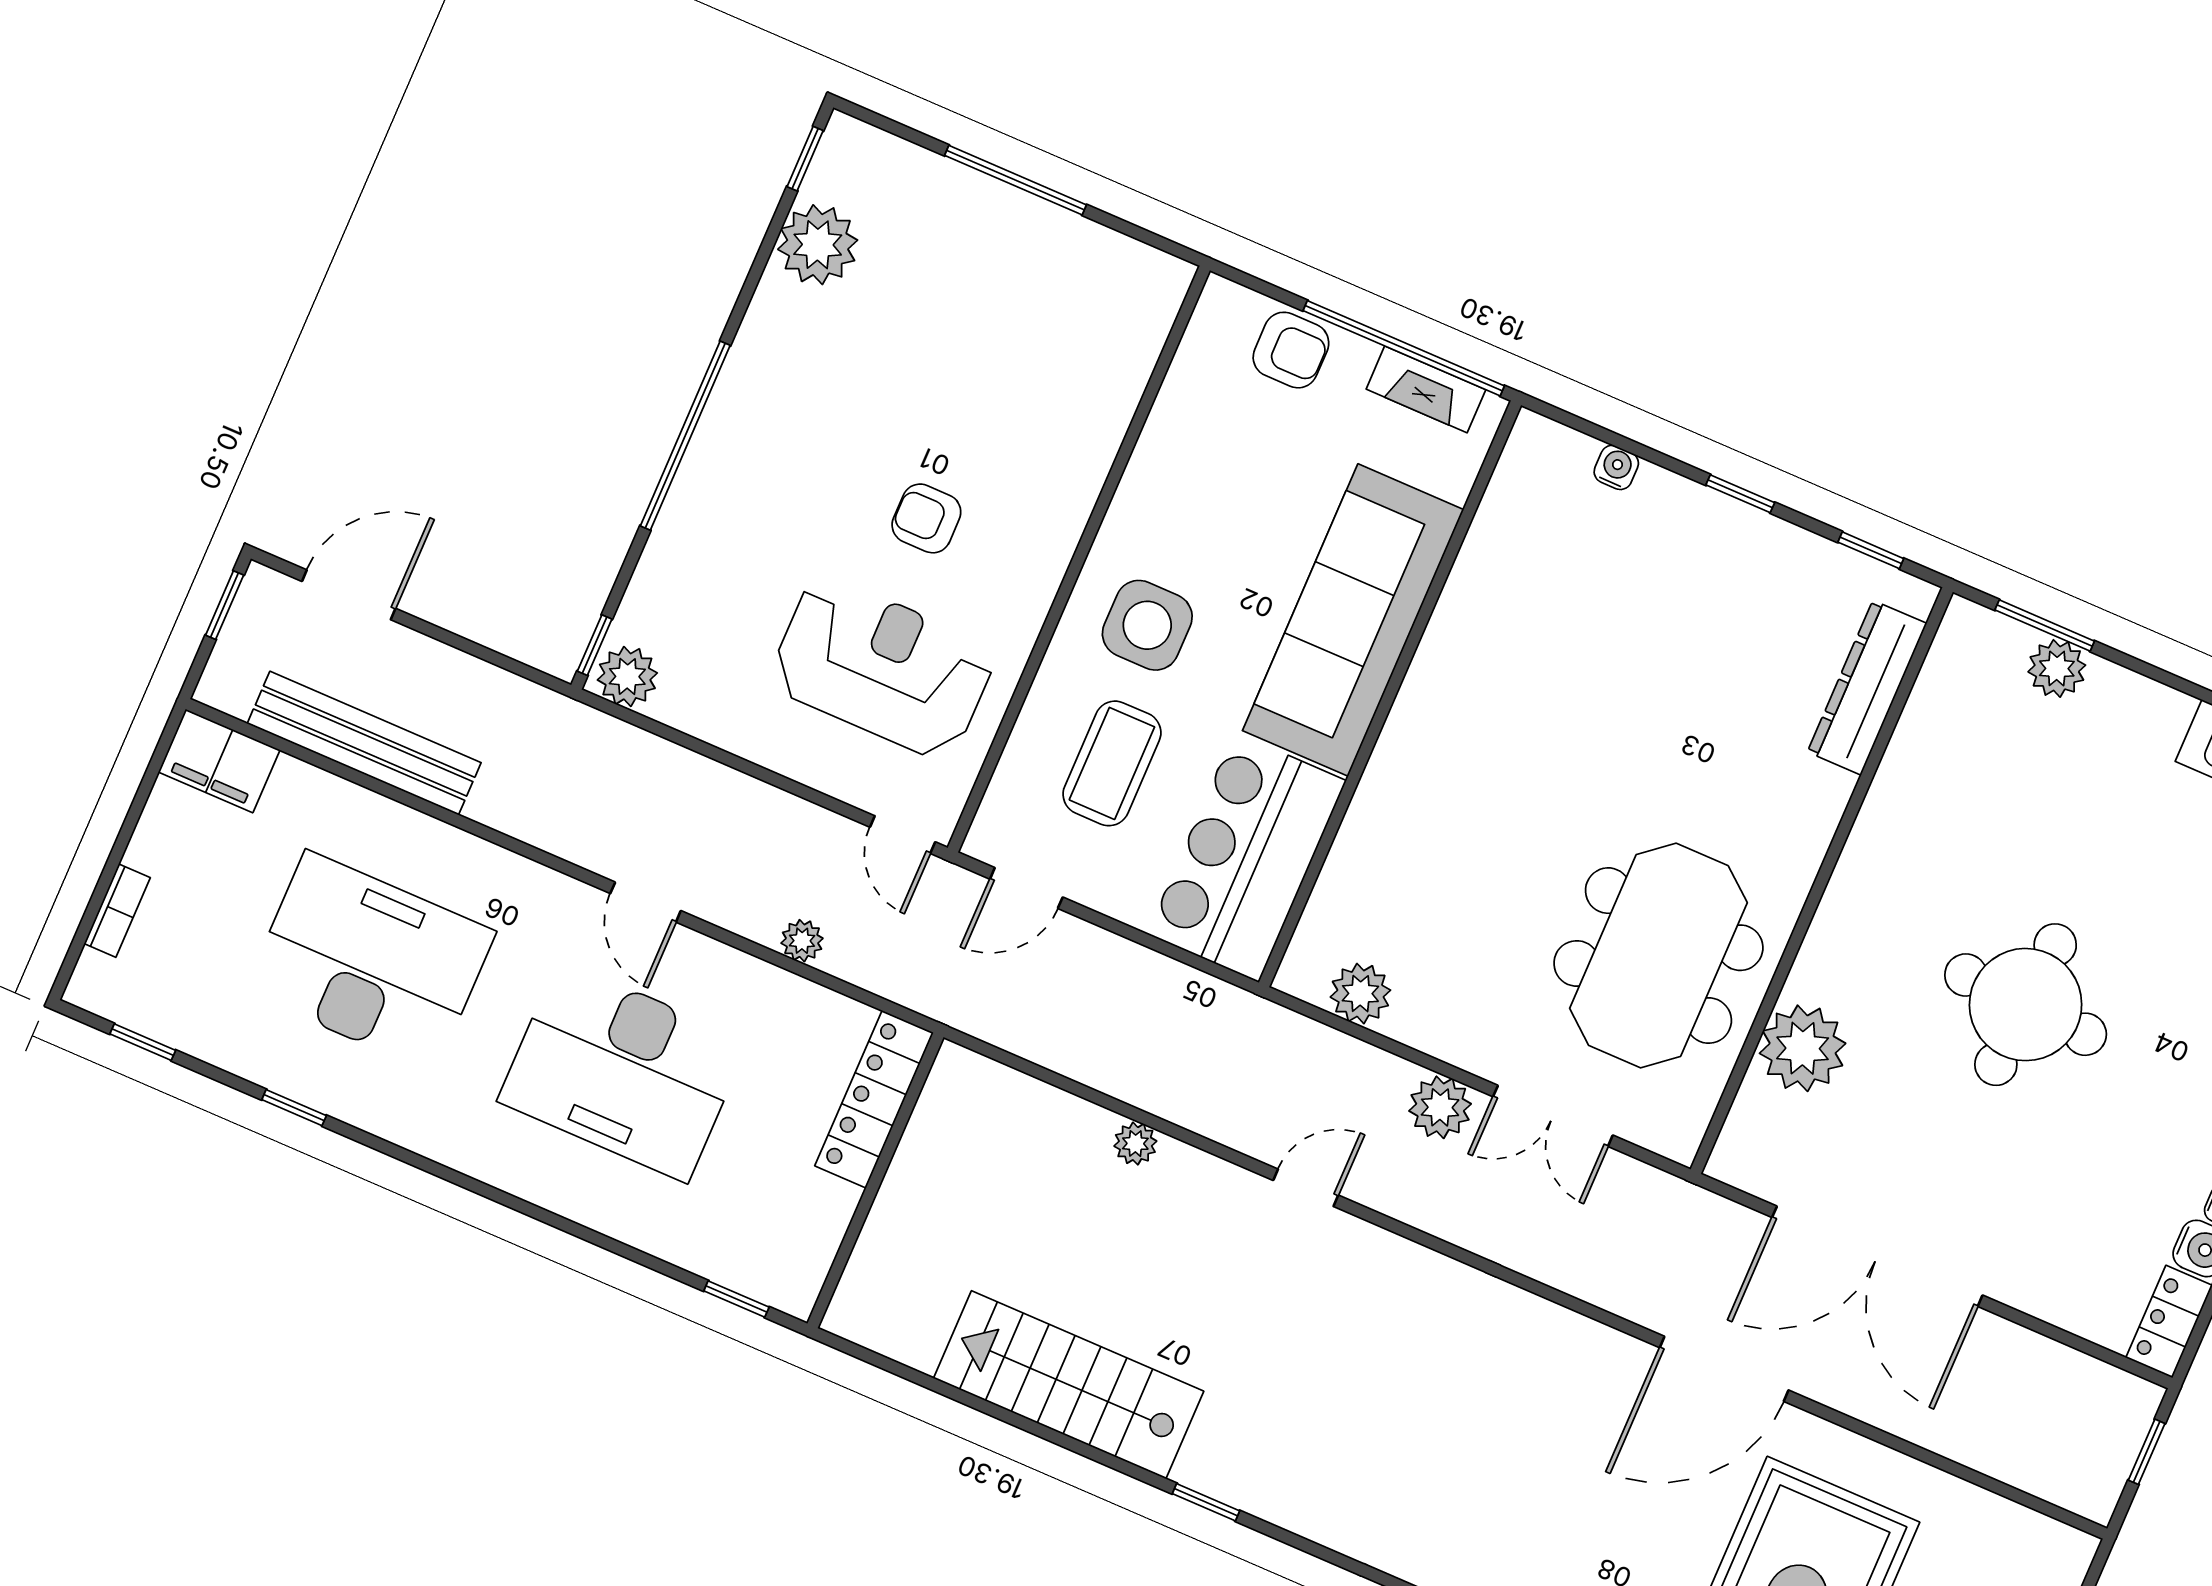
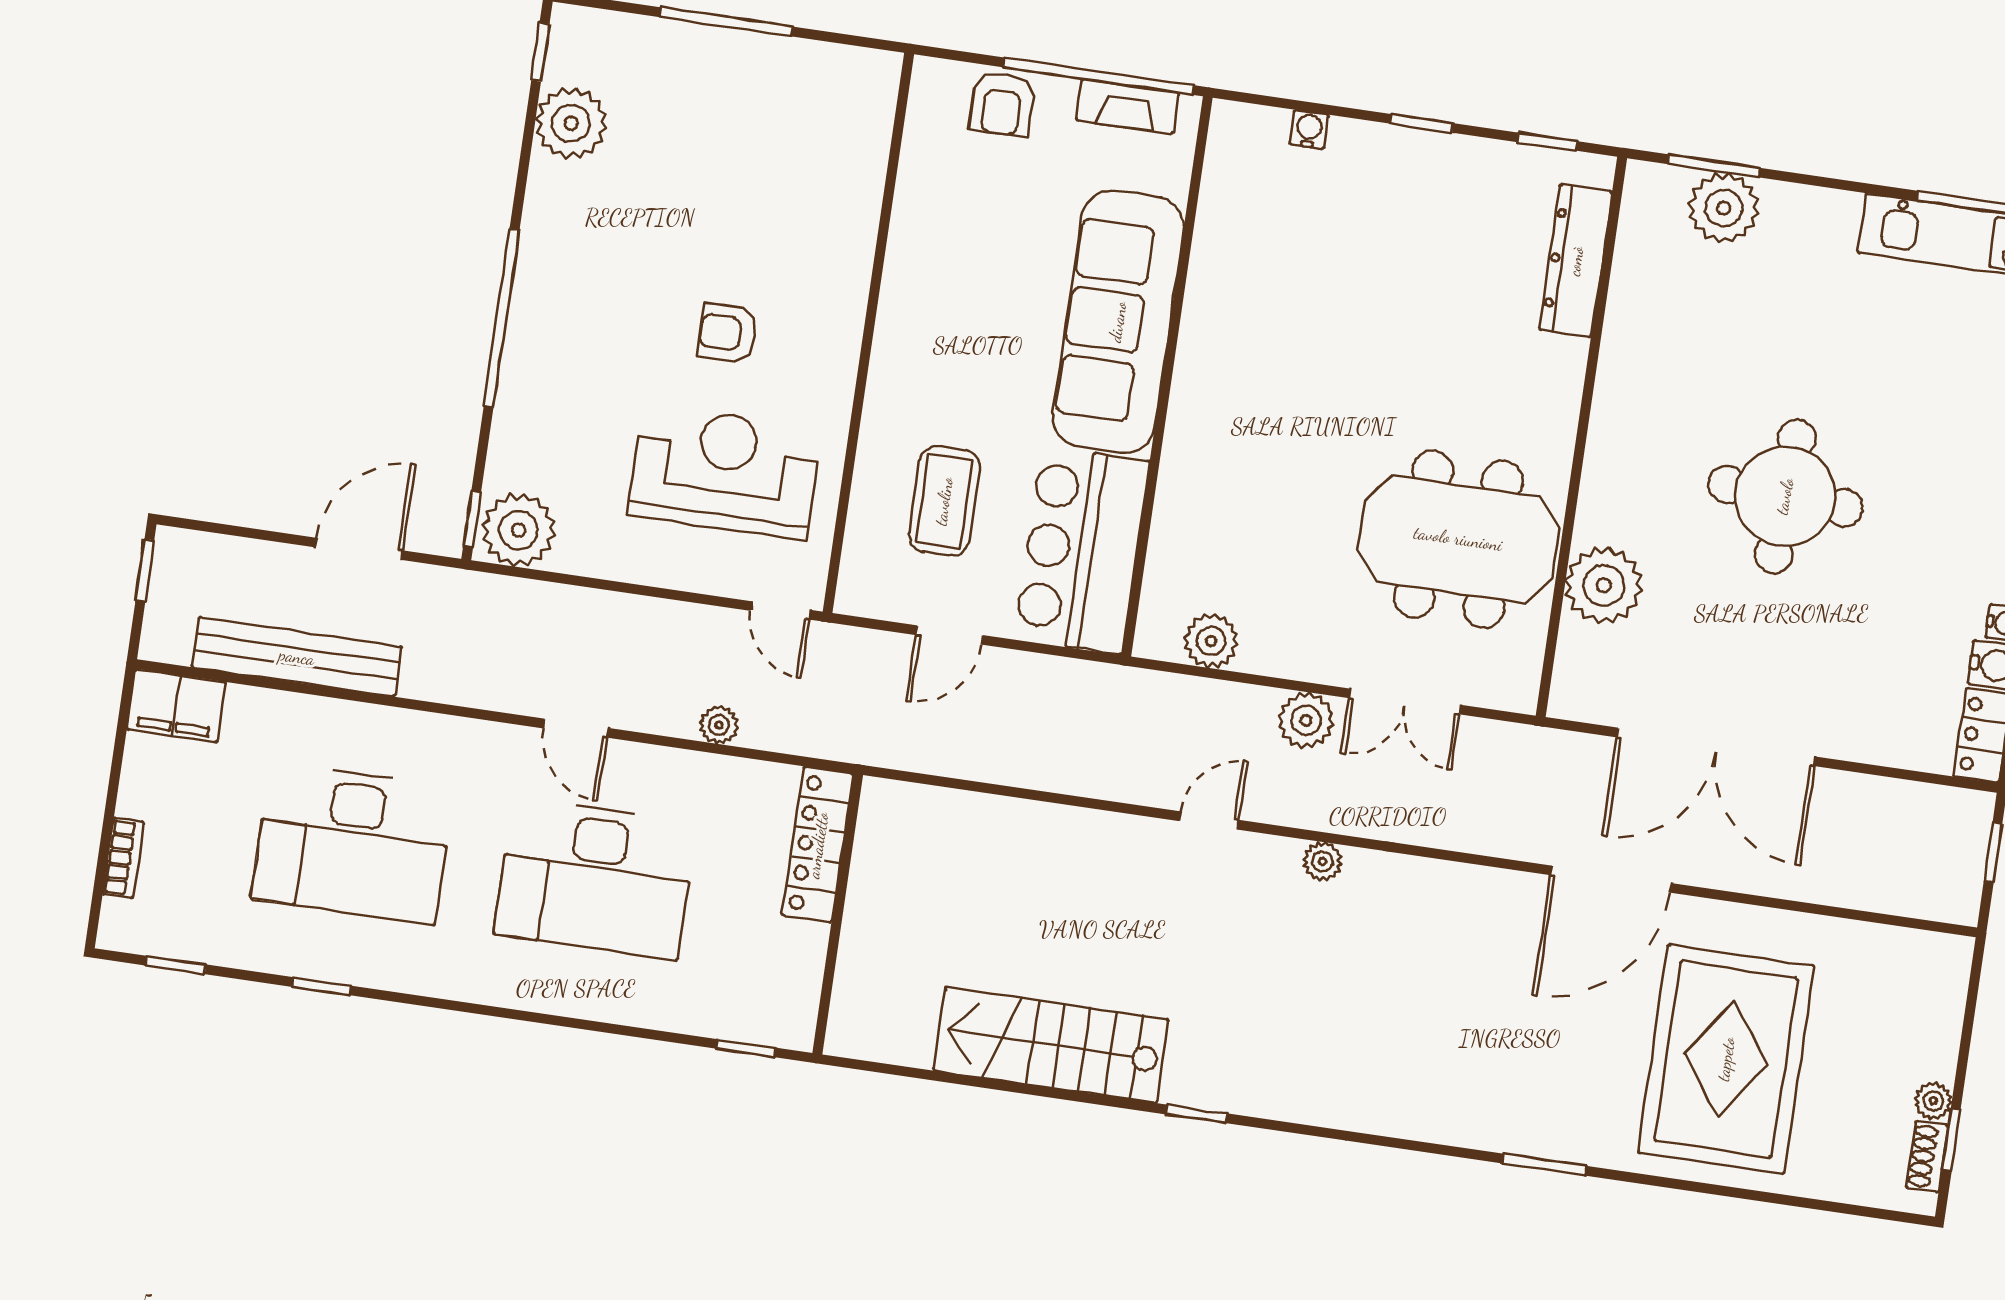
armchair: (1291, 350) -> (1002, 104), turned 90
door: (349, 595) -> (359, 549), moved
side table: (1147, 625) -> (943, 374), removed
plant: (2057, 668) -> (1724, 208), width x1.36, depth x1.36
plant: (627, 676) -> (519, 530), width x1.36, depth x1.36
door: (1026, 888) -> (949, 635), moved
meeting table: (1658, 956) -> (1458, 539), turned 90
desk: (370, 962) -> (353, 843), turned 180
plant: (1135, 1144) -> (1323, 861), moved

